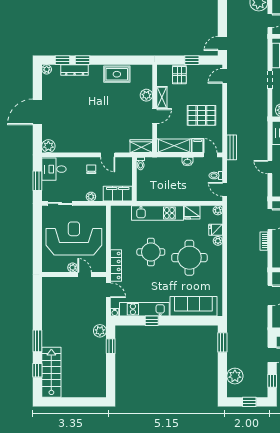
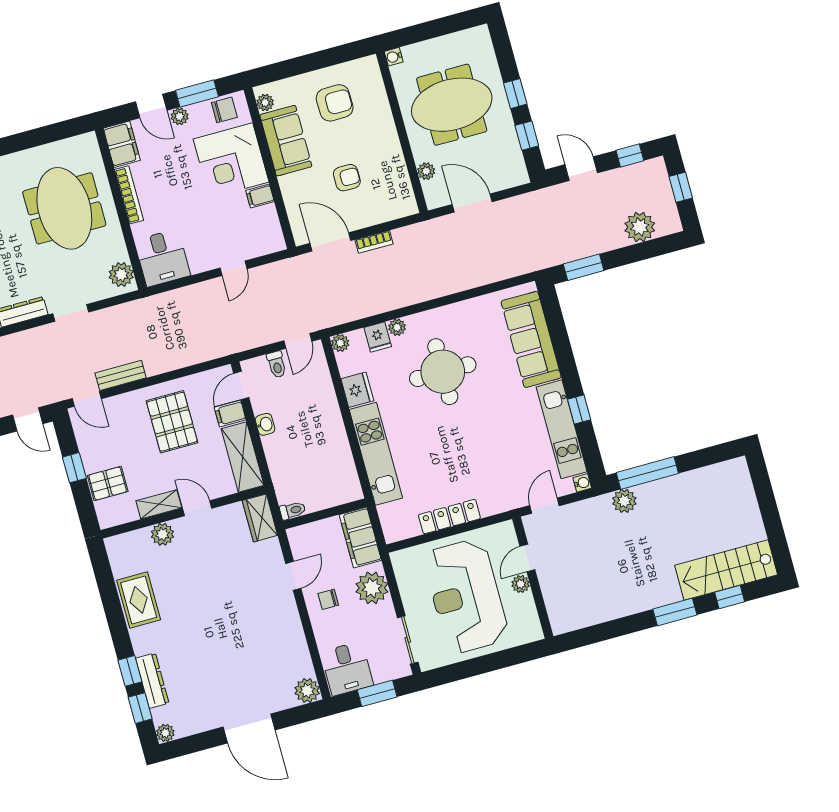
bench: (232, 147) -> (121, 375), moved
plant: (91, 197) -> (372, 588), width x1.88, depth x1.88
round table: (151, 252) -> (452, 446), removed
locker: (116, 265) -> (449, 517), moved
window: (111, 346) -> (647, 473), width x2.17

